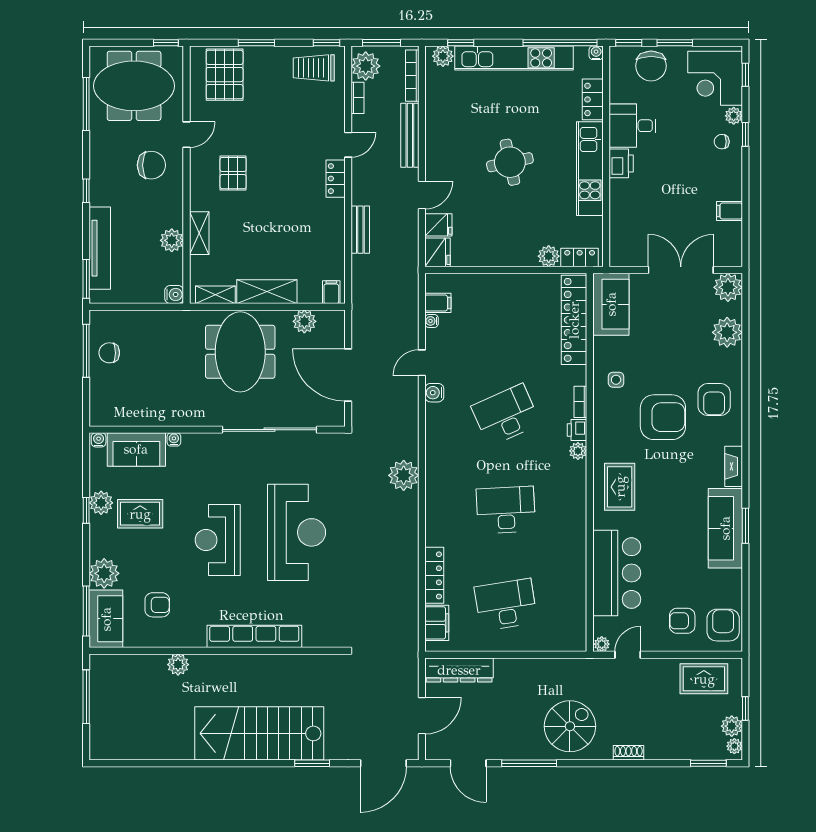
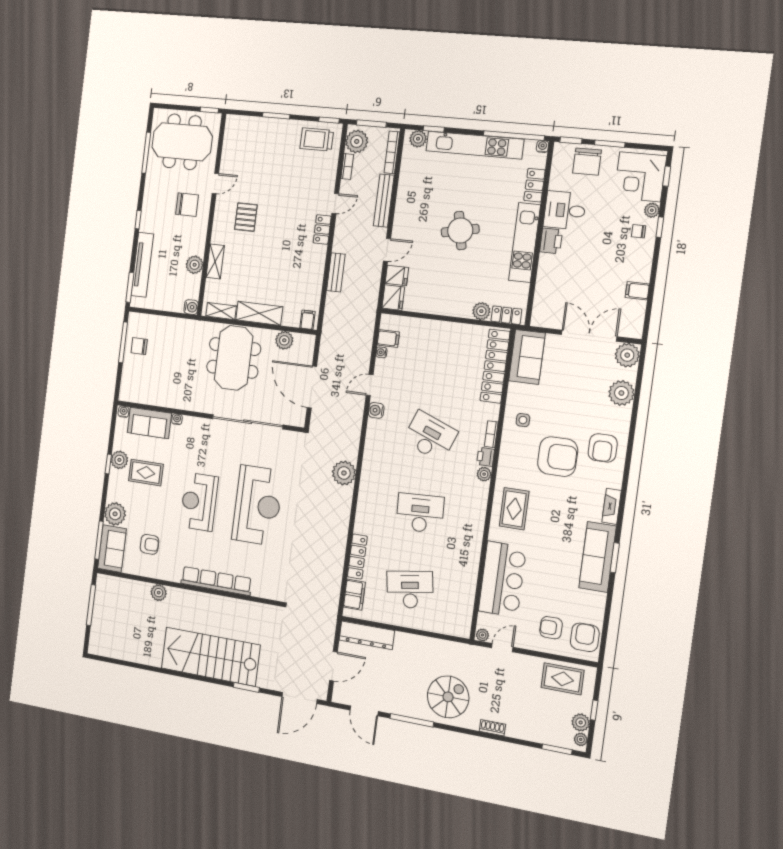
pallet: (225, 75) -> (249, 139), removed
desk: (506, 415) -> (430, 436), turned 45

